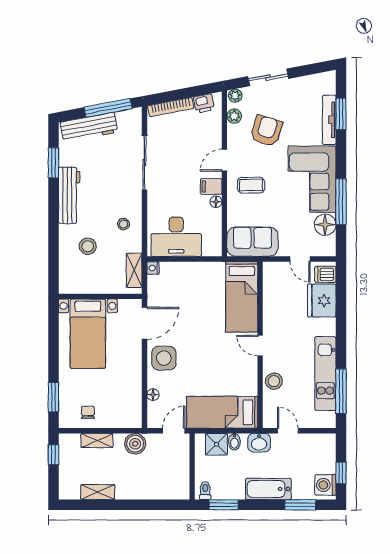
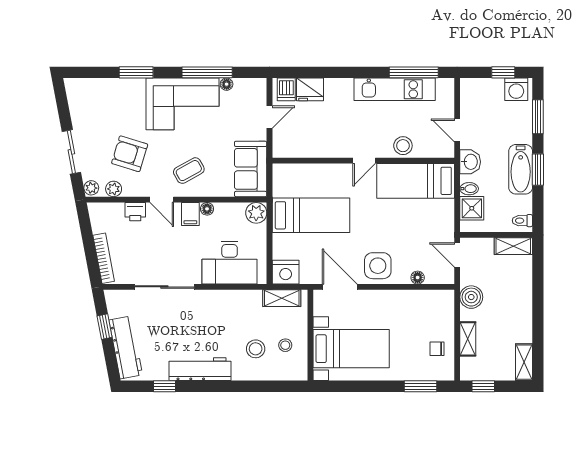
printer: (204, 103) -> (135, 212), moved, turned 101
window: (108, 108) -> (105, 327), width x0.46
window: (341, 114) -> (136, 72), moved
tv unit: (329, 120) -> (118, 85), removed
window: (53, 163) -> (165, 386), width x0.67
coffee table: (251, 185) -> (189, 171), turned 61
stool: (123, 224) -> (285, 345), moved
floor lamp: (325, 225) -> (227, 84), width x0.53, depth x0.53
desk: (176, 237) -> (230, 263), moved, turned 90
plant: (212, 247) -> (256, 213), added
nightstand: (153, 268) -> (286, 272), width x1.89, depth x1.79
bed: (242, 297) -> (311, 215), moved
fridge: (322, 300) -> (310, 89), width x0.73, depth x0.75
bed: (222, 412) -> (416, 181), moved, turned 90
door: (288, 431) -> (457, 130), hinge flipped
shelving: (182, 482) -> (513, 246), added
bathtub: (268, 489) -> (521, 169), moved
shelving: (98, 492) -> (524, 362), moved
window: (224, 505) -> (538, 170), moved

